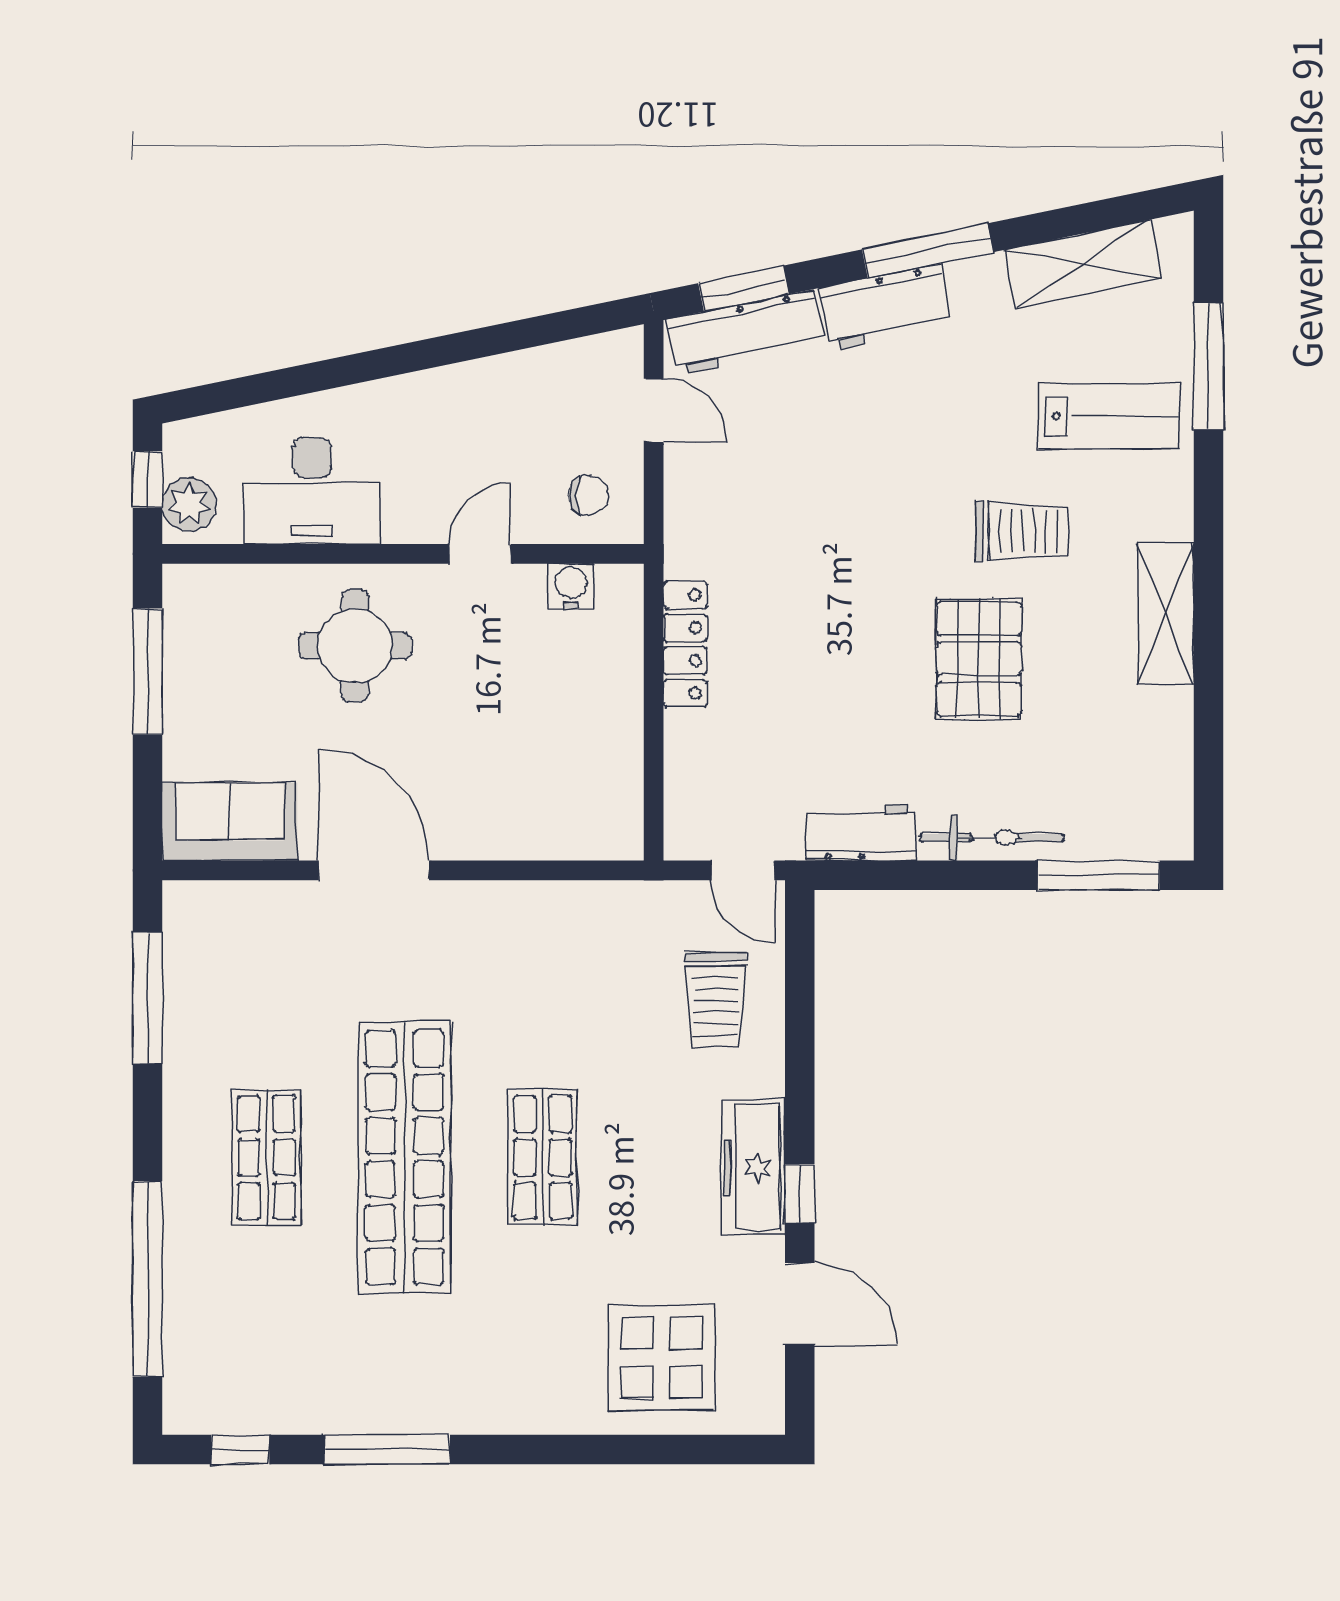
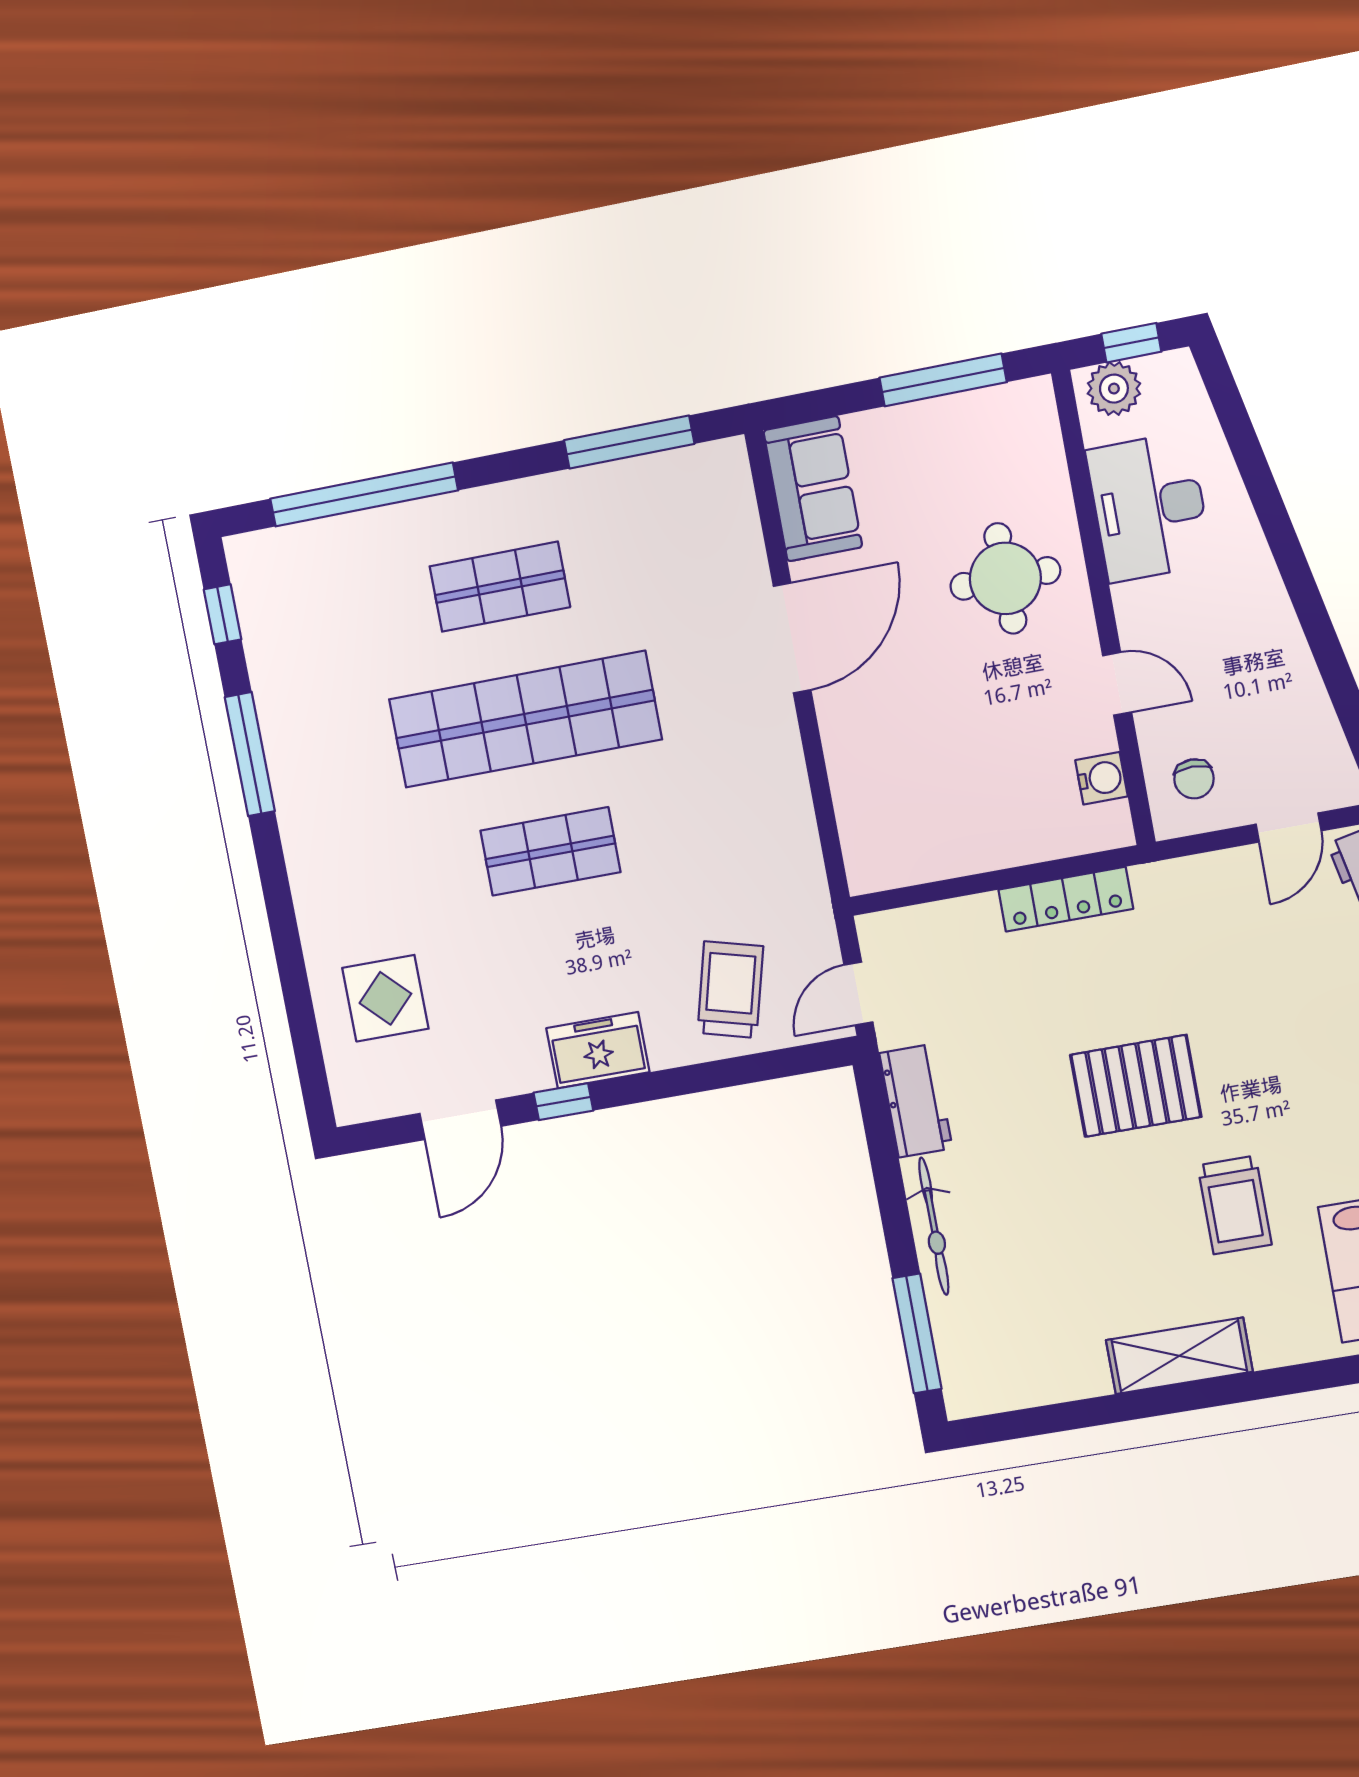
pallet: (979, 659) -> (1136, 1086), moved
trolley: (716, 1000) -> (730, 990), turned 105
freezer: (753, 1167) -> (598, 1050), width x0.71
display table: (662, 1358) -> (385, 998), width x0.73, depth x0.73

